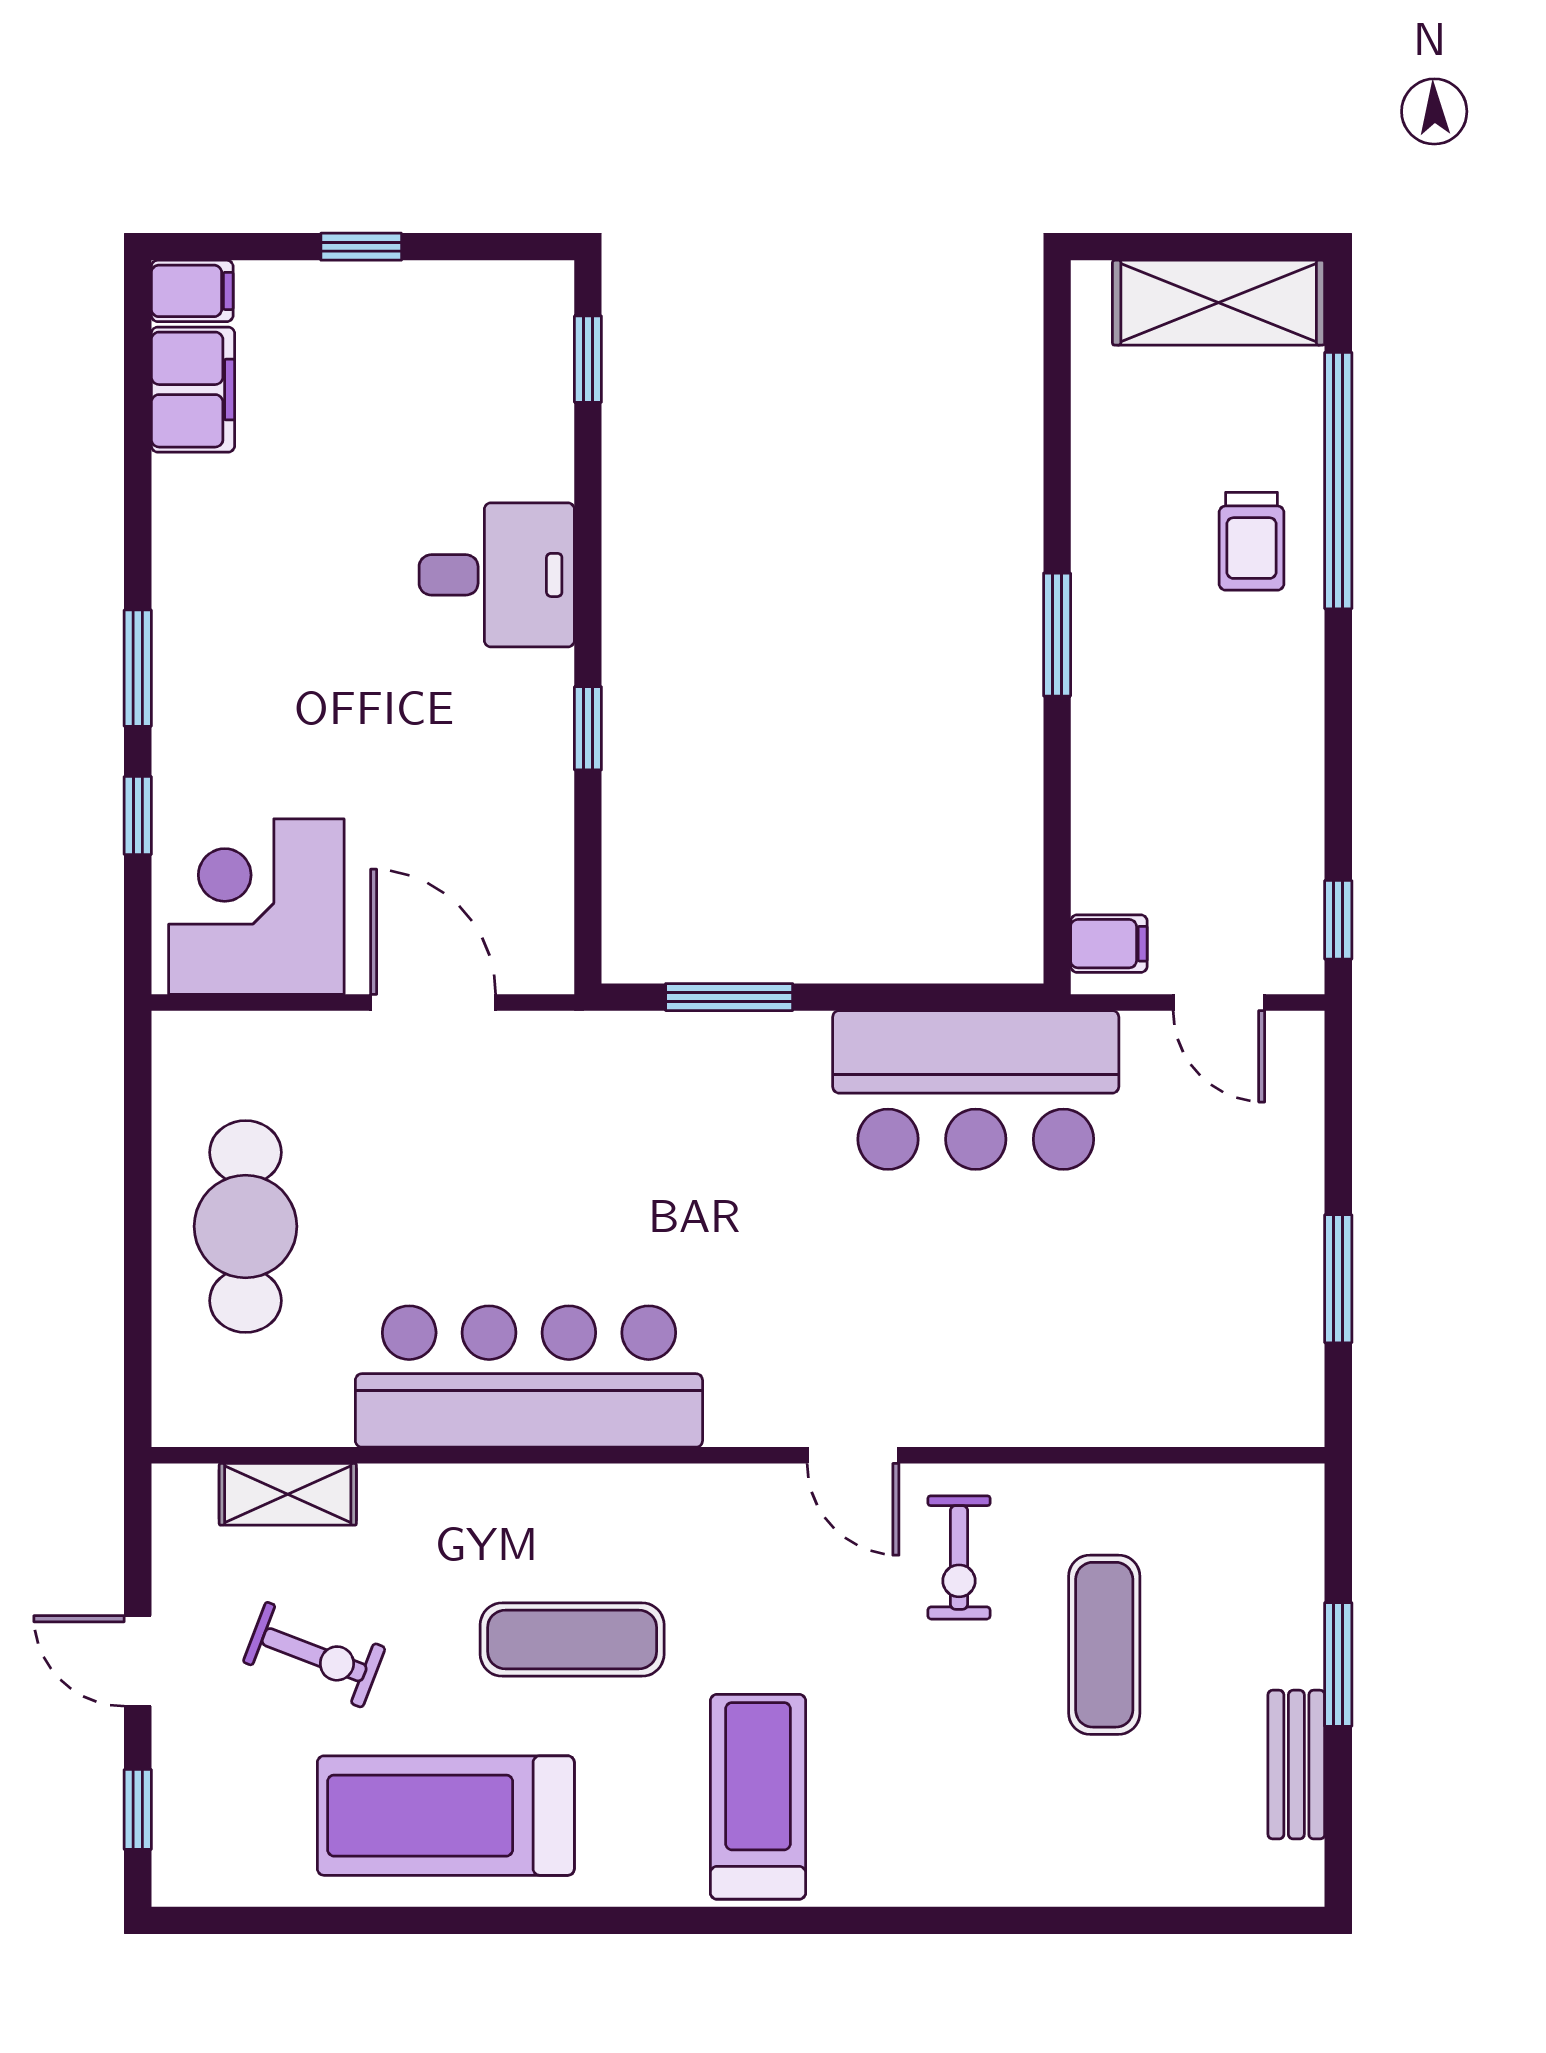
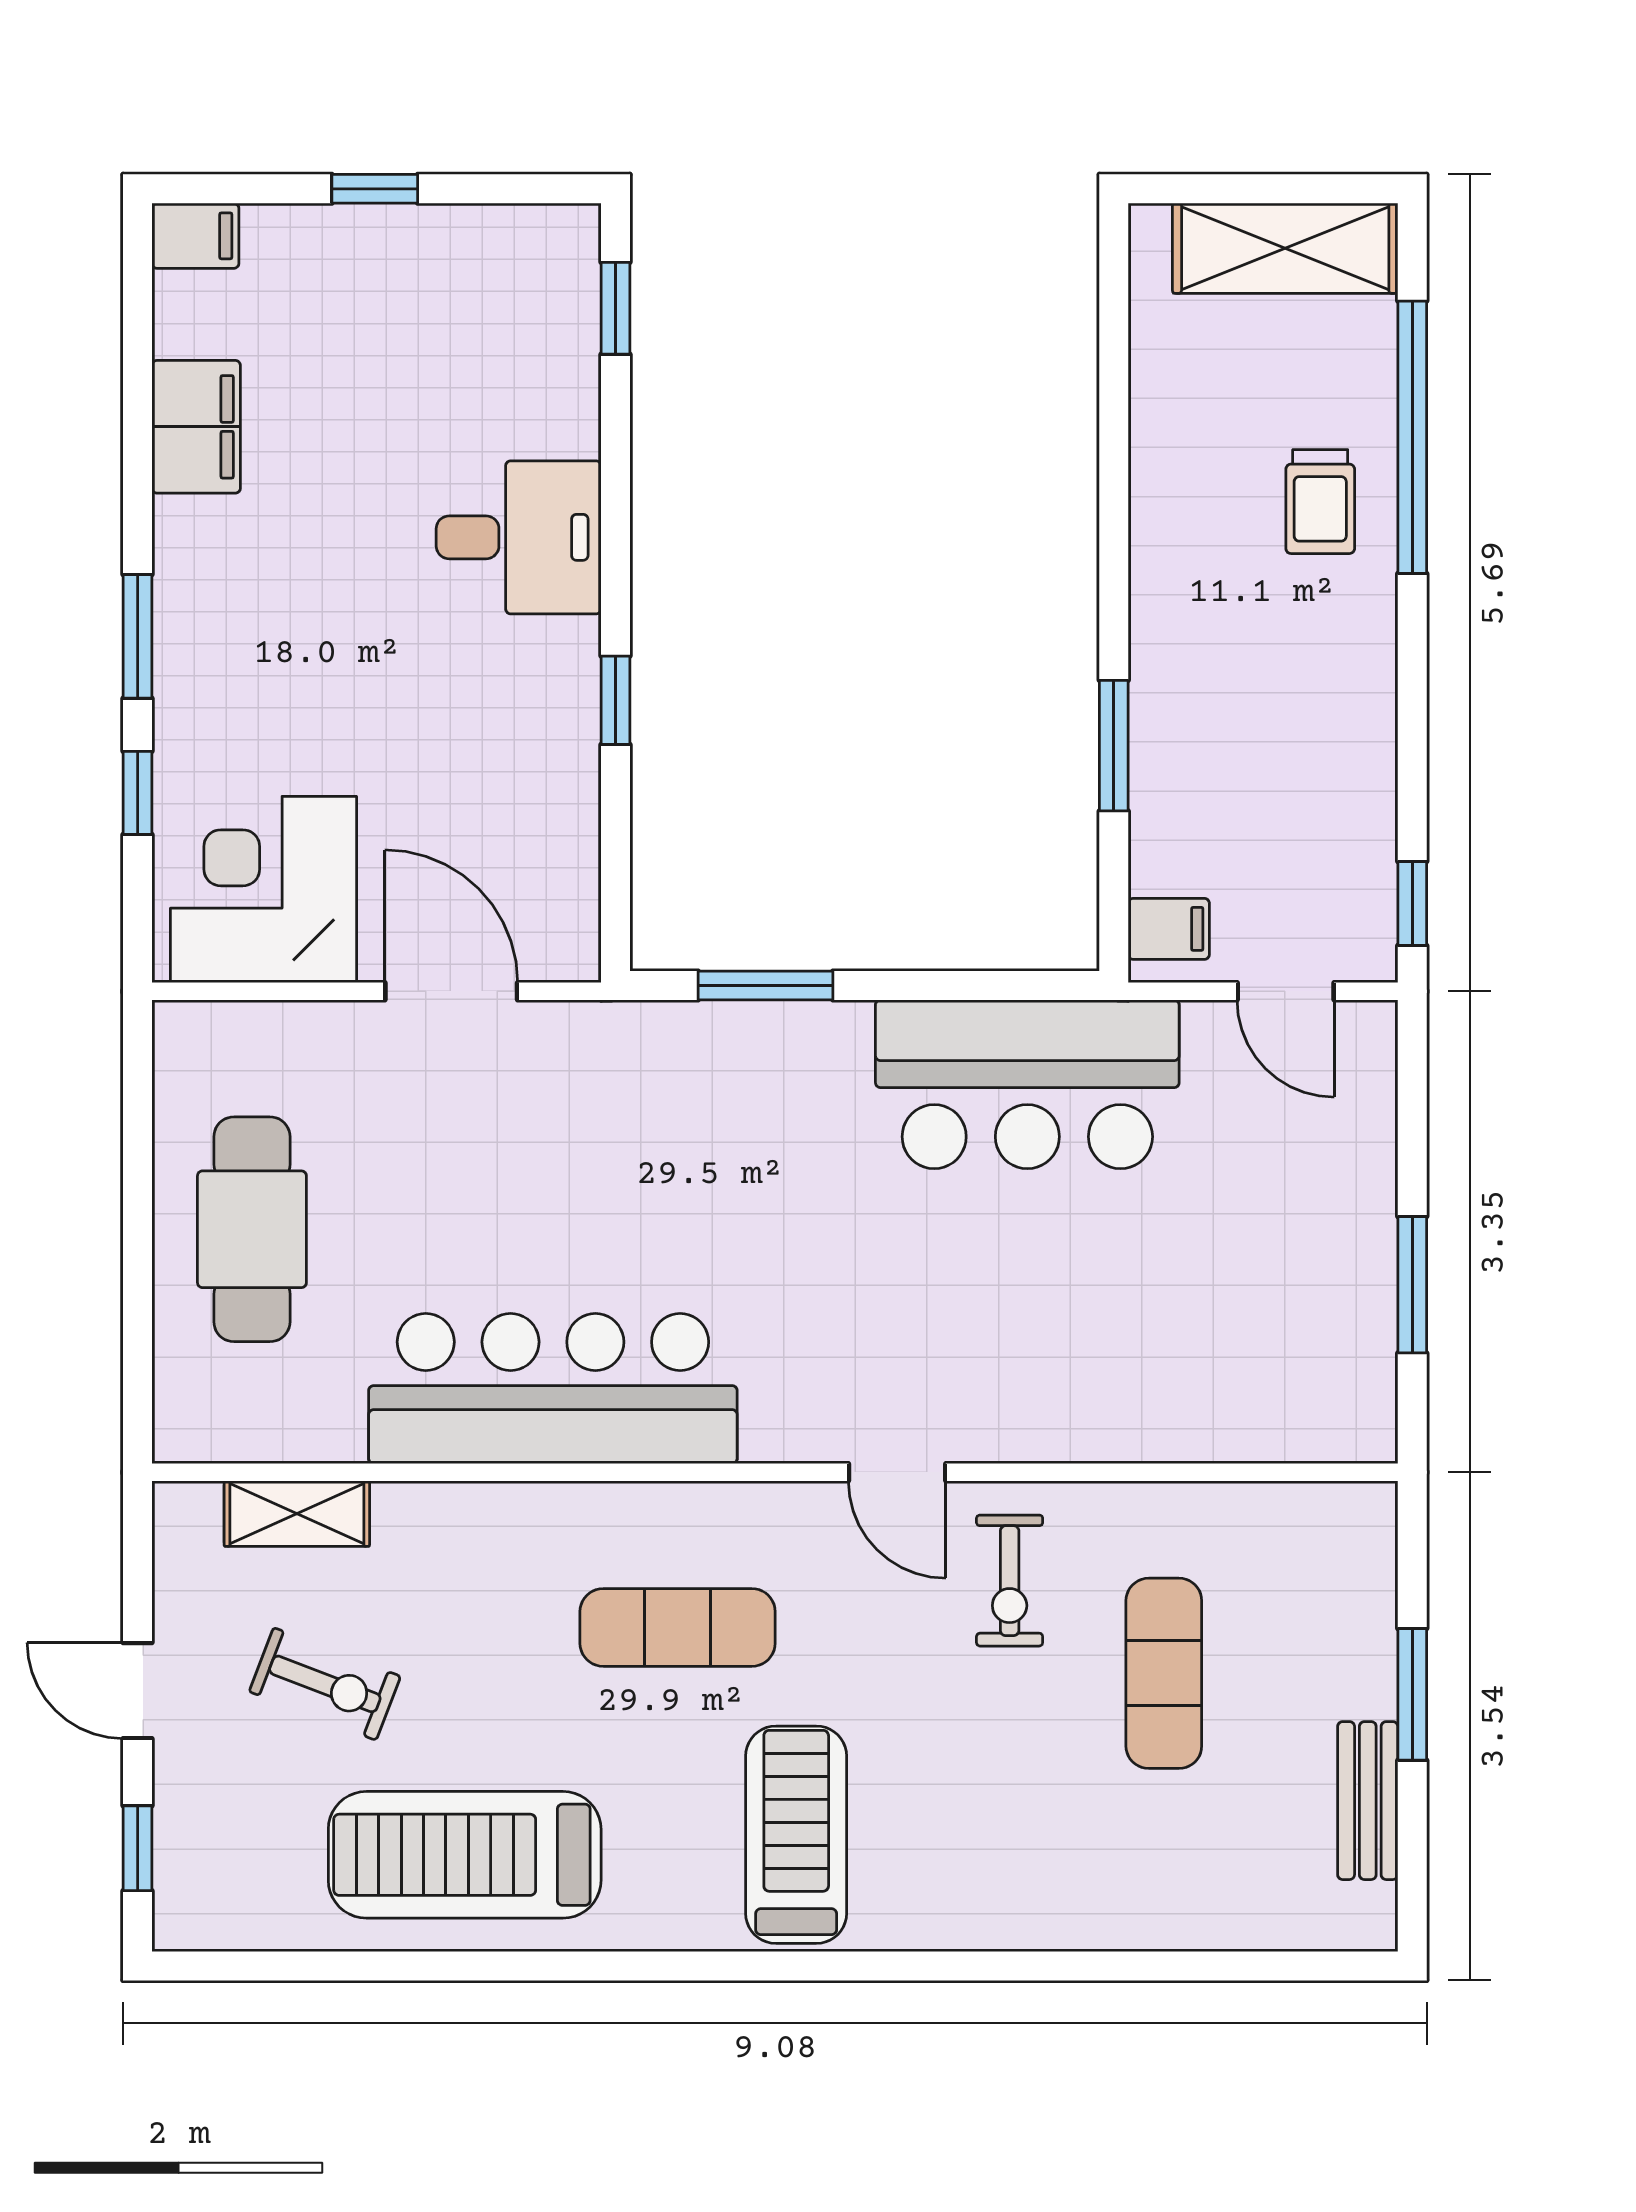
filing cabinet: (193, 390) -> (196, 427), moved
window: (1057, 635) -> (1114, 746), moved
exercise mat: (572, 1640) -> (678, 1627), moved

